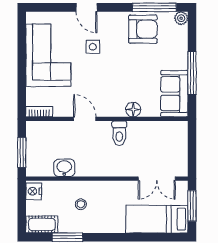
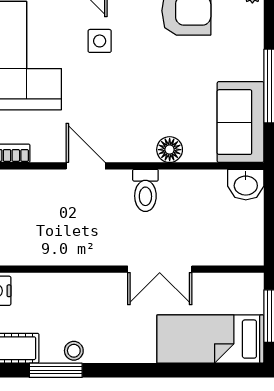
washbasin: (64, 168) -> (246, 185), moved, turned 180
double door: (157, 179) -> (160, 269), moved
stool: (81, 204) -> (74, 351), moved

